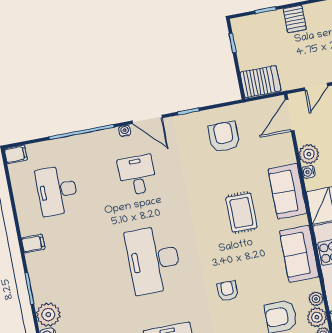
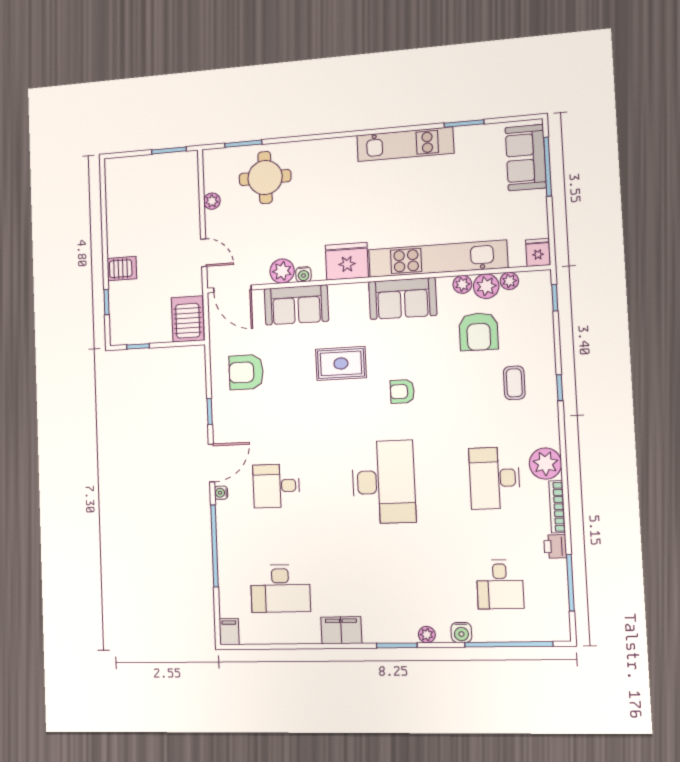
sofa: (287, 191) -> (296, 305), moved
filing cabinet: (33, 244) -> (341, 630), width x2.00
desk: (153, 260) -> (384, 482), turned -90
armchair: (228, 291) -> (402, 391), moved
plant: (48, 315) -> (427, 635), width x0.53, depth x0.53

